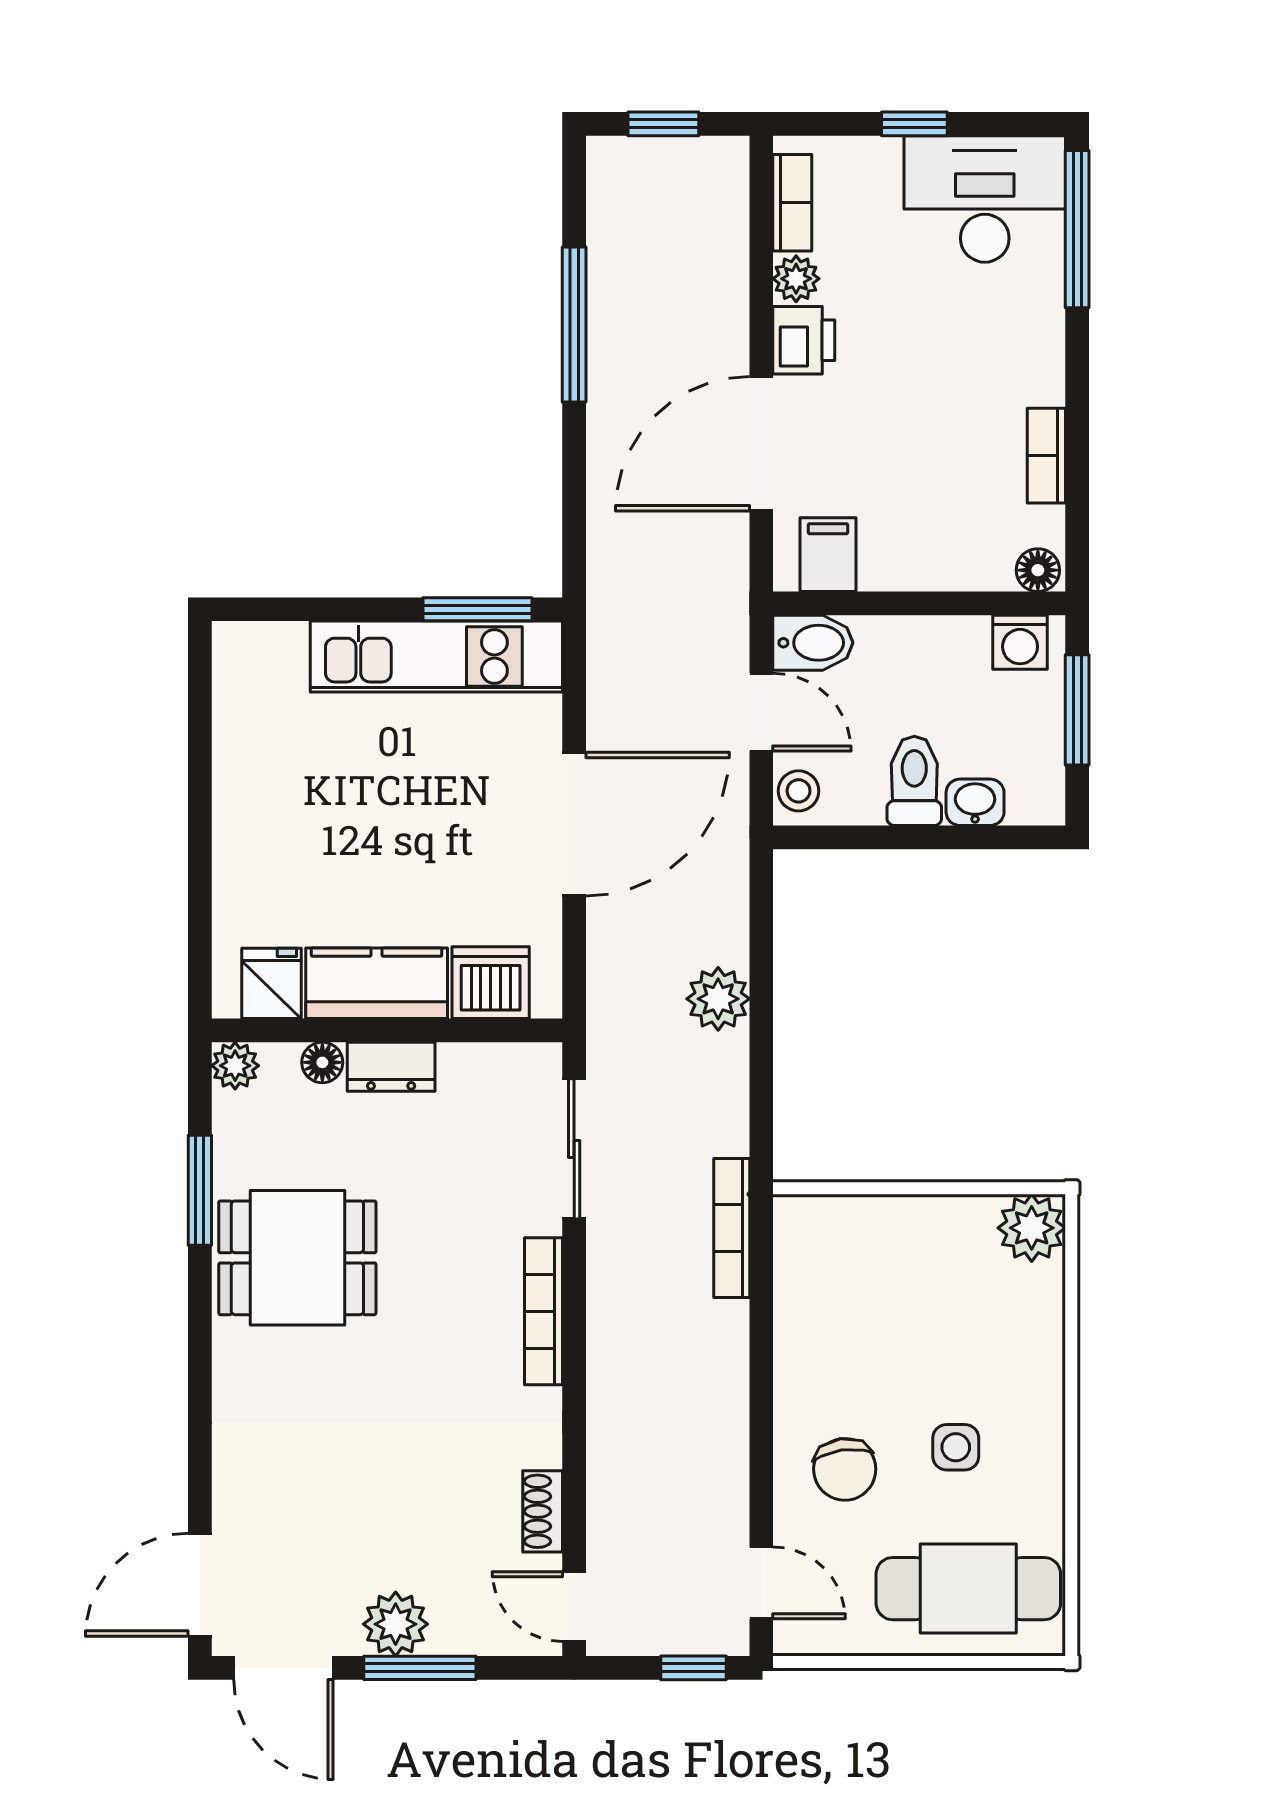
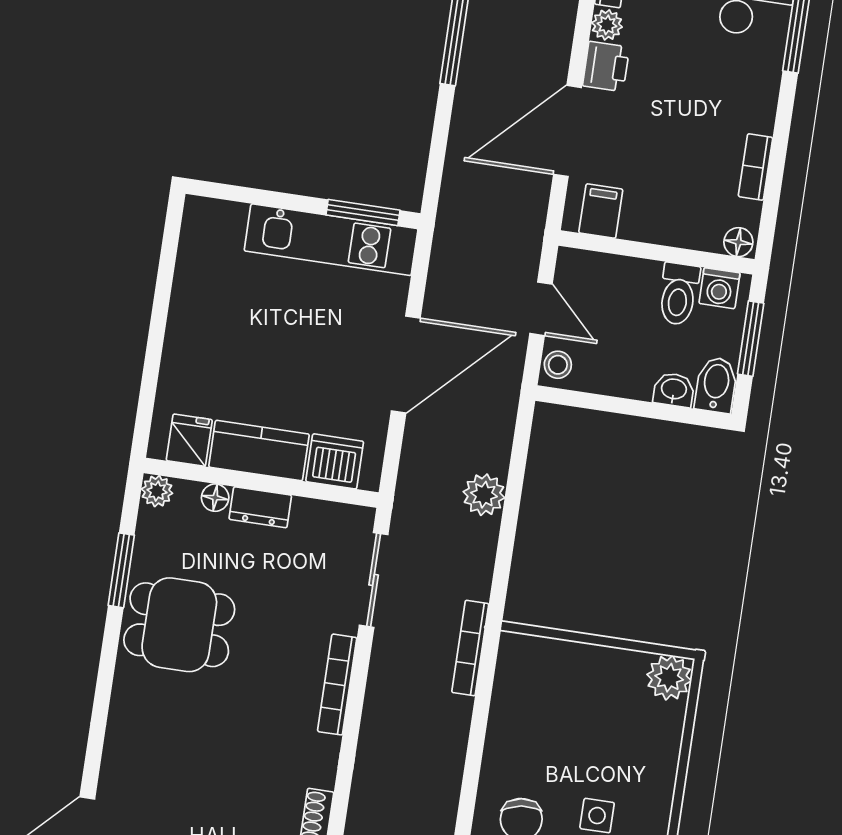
bidet: (813, 643) -> (716, 385), moved, turned -90
toilet: (914, 781) -> (679, 294), moved, turned 180

